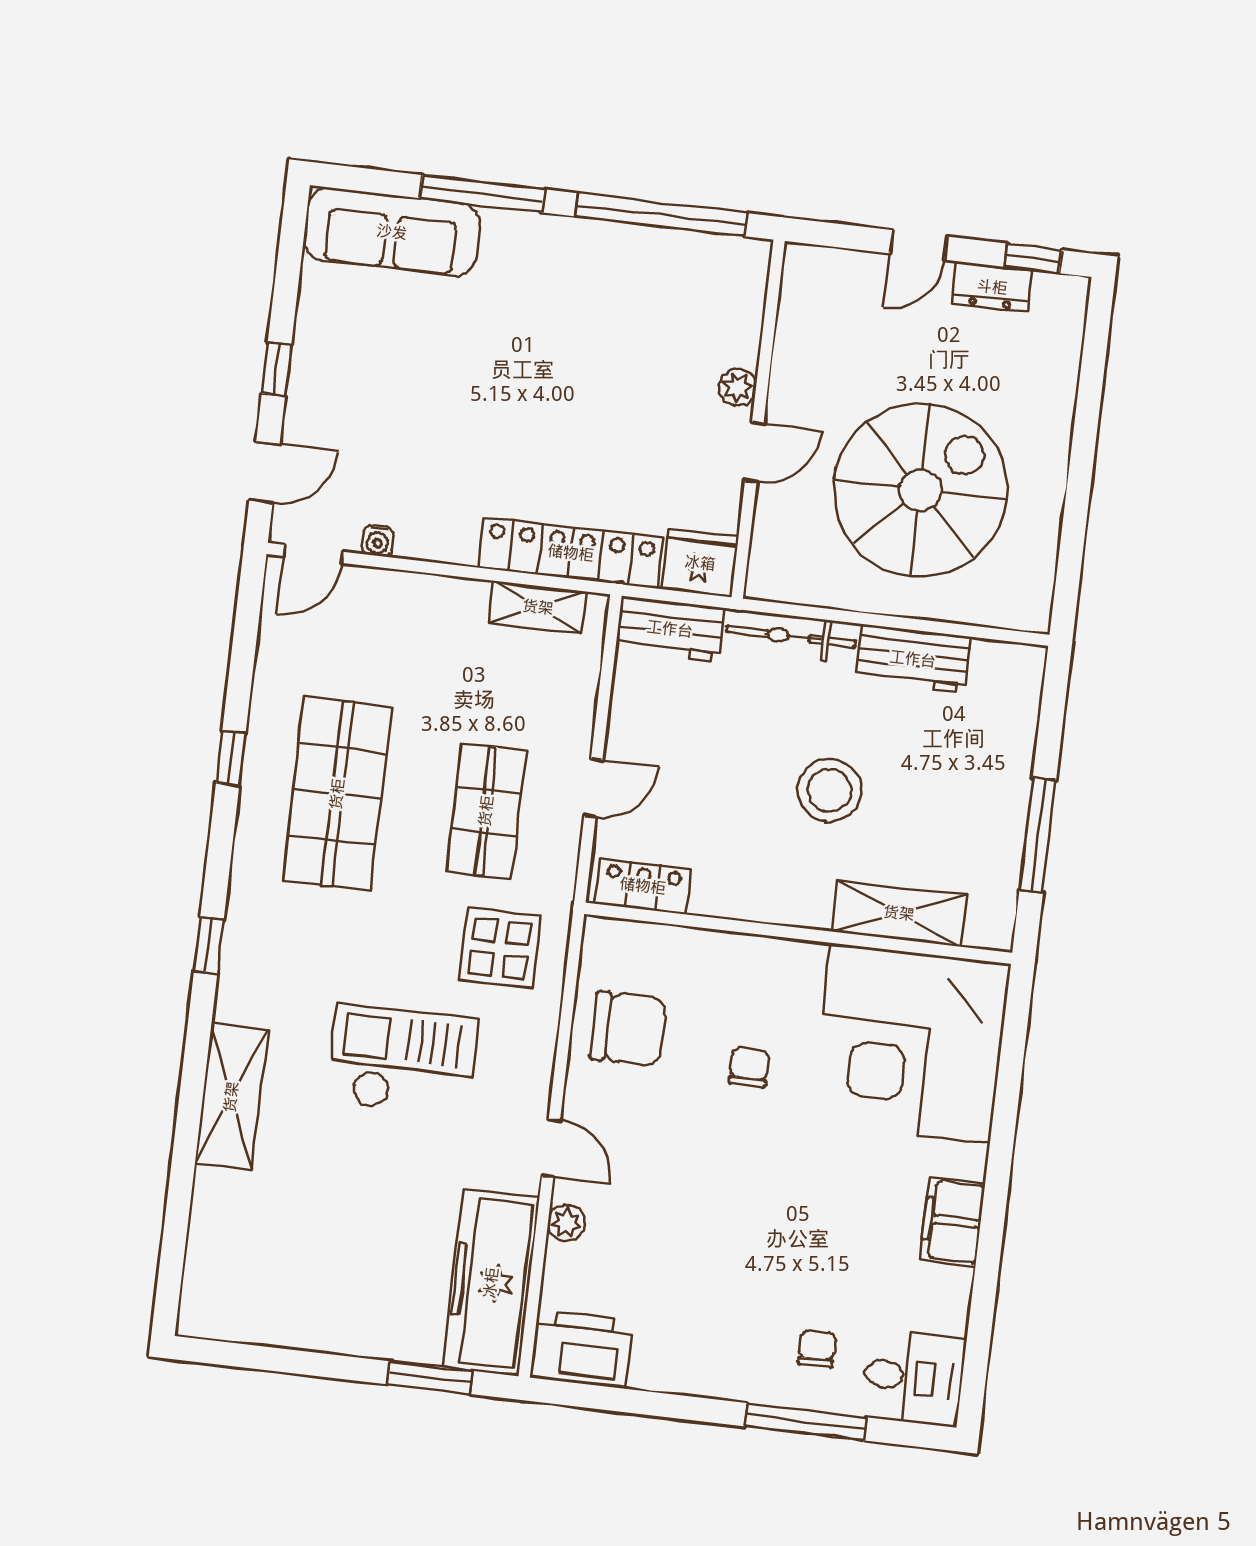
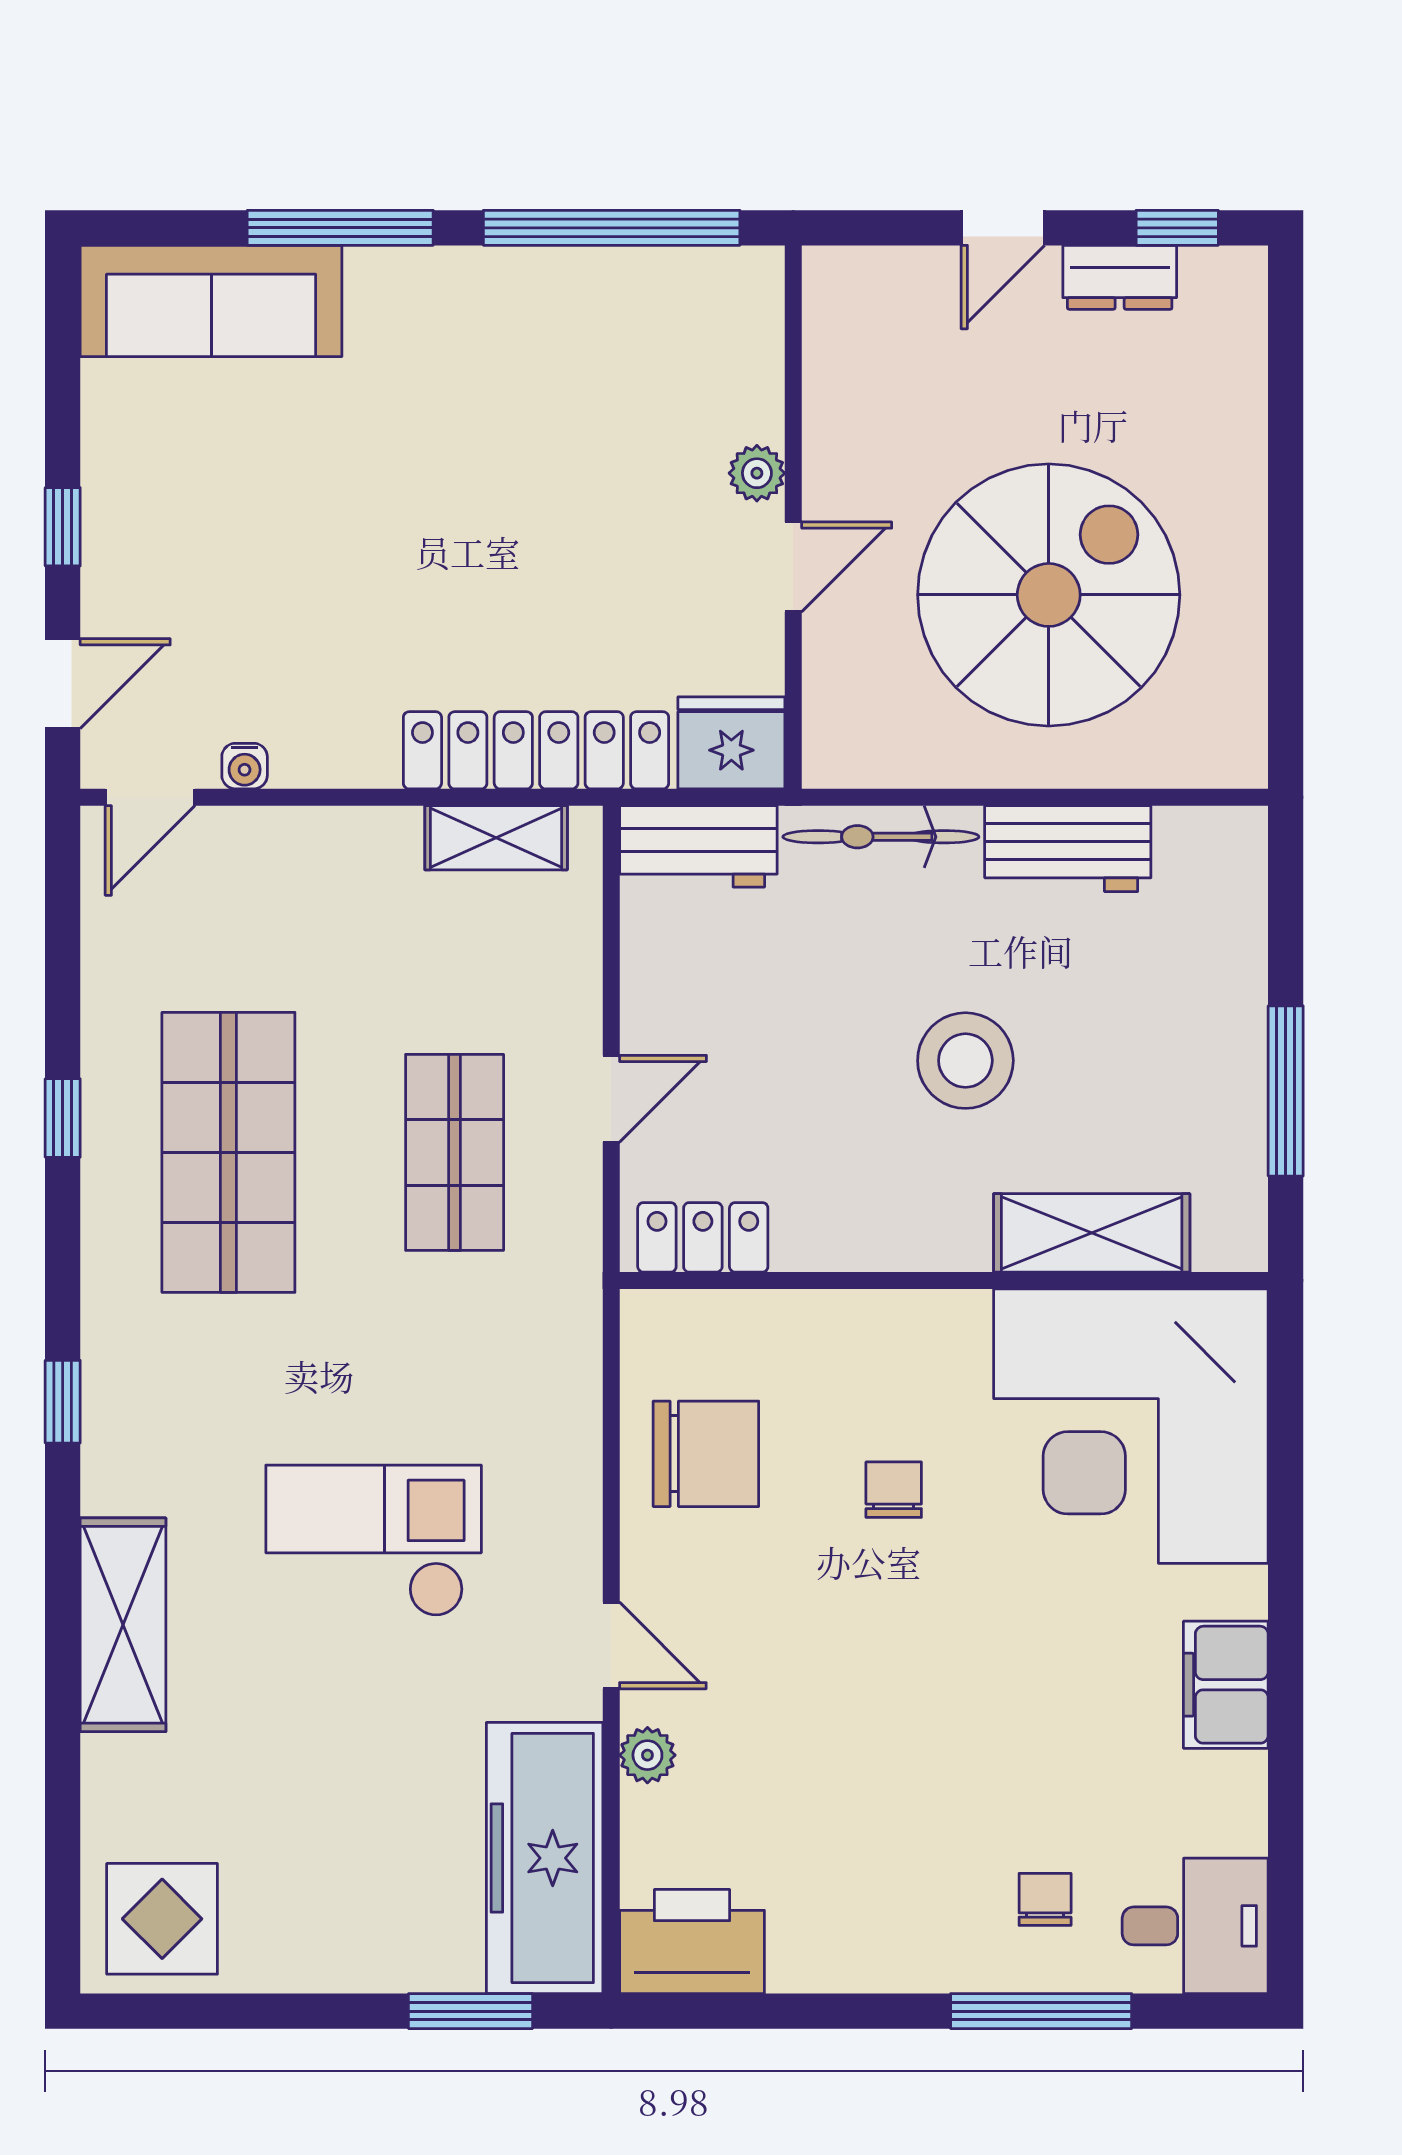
display table: (500, 948) -> (162, 1919), moved

